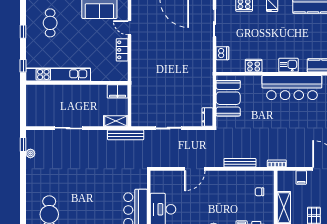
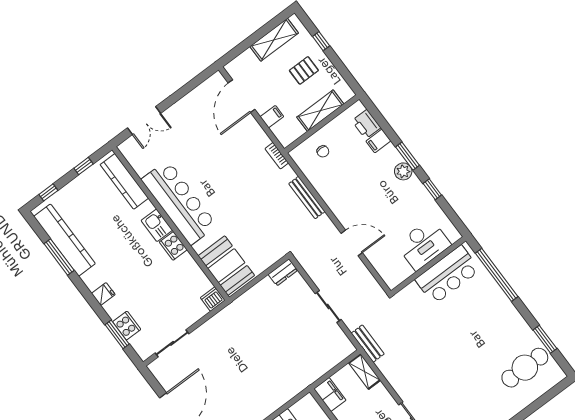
dishwasher: (222, 53) -> (213, 299), moved
cooker: (254, 66) -> (173, 246), moved
booth: (228, 98) -> (226, 266), moved, turned 90
bench: (126, 135) -> (368, 344), width x0.73

